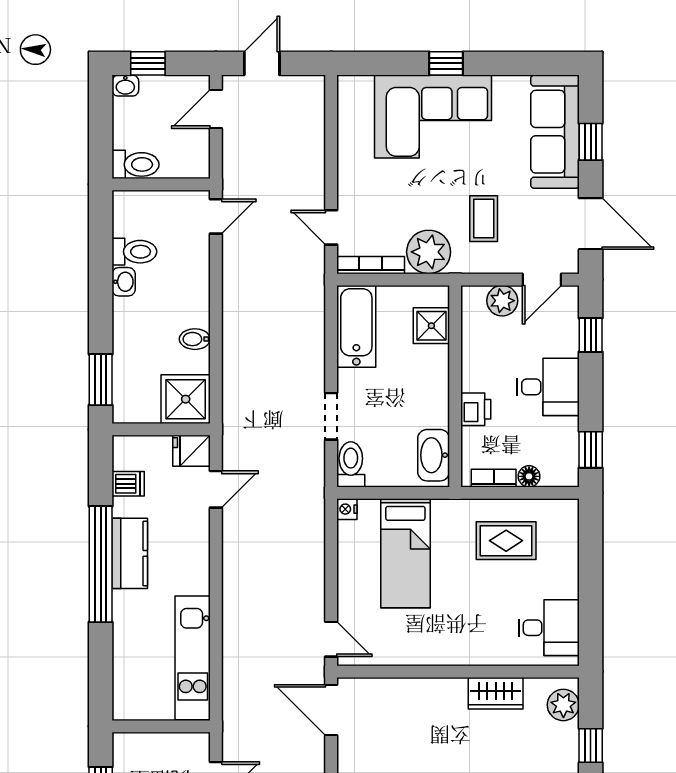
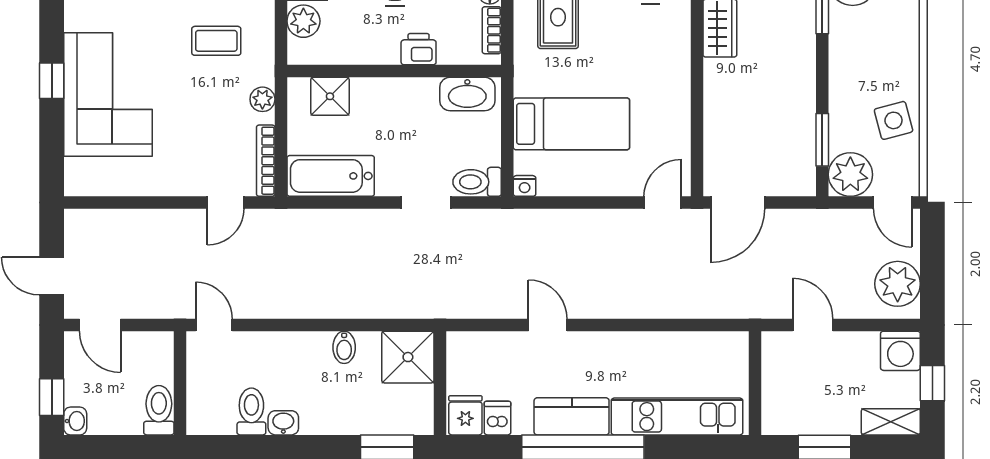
plant: (429, 252) -> (262, 99), width x0.53, depth x0.53
fridge: (192, 451) -> (465, 415), moved, turned 180
door: (216, 489) -> (548, 325), moved
kitchen unit: (193, 658) -> (677, 417), moved, turned 180

